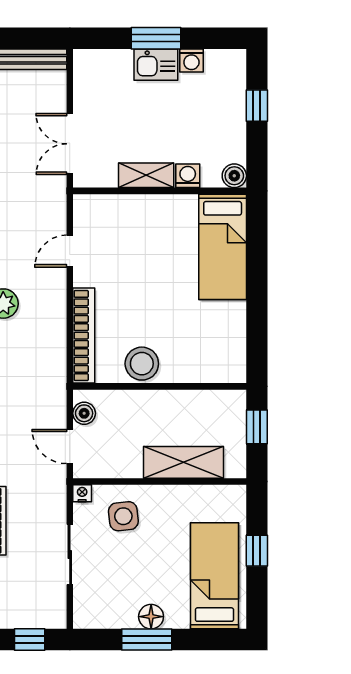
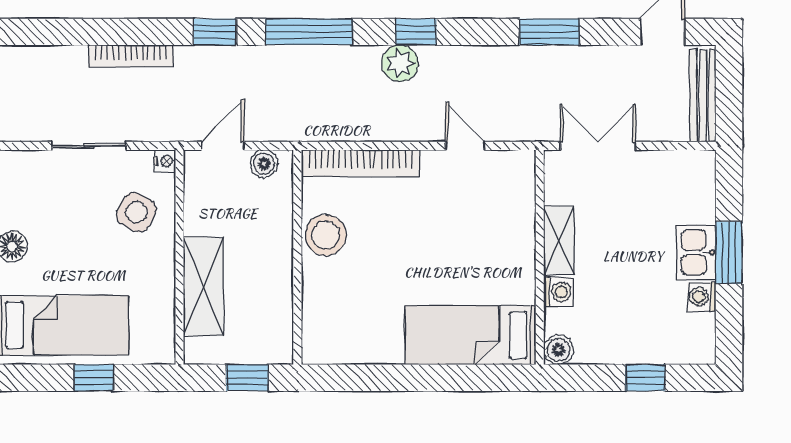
side table: (123, 516) -> (136, 212), turned 35

